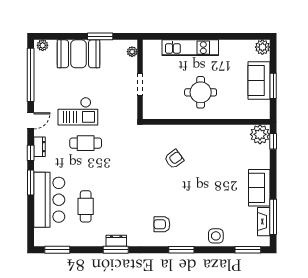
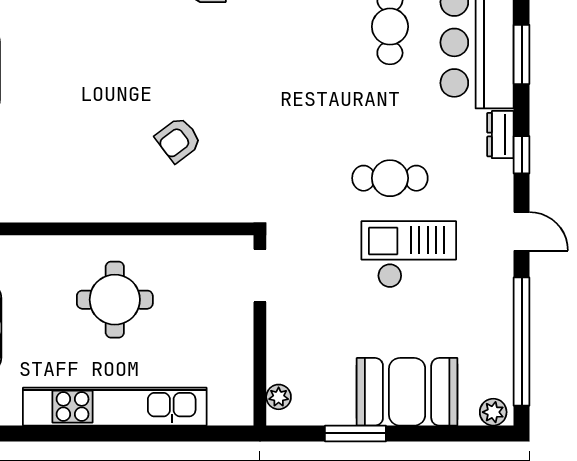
kitchen unit: (190, 48) -> (115, 407), width x1.36
doorway: (140, 84) -> (260, 276), moved
door: (31, 121) -> (522, 231), swing flipped
dresser: (40, 147) -> (500, 135), moved
window: (31, 183) -> (522, 54), moved

